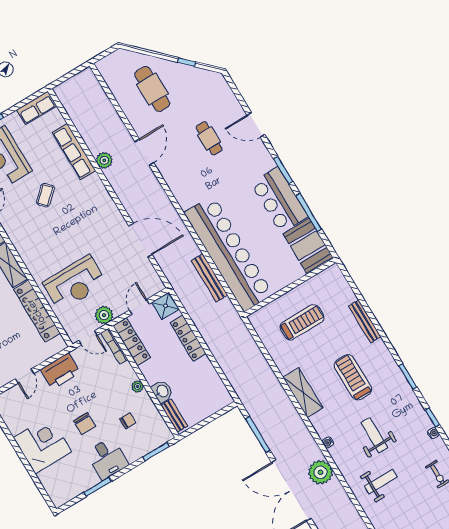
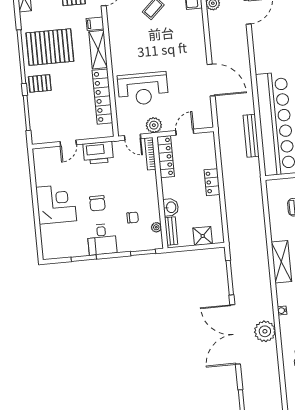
shower: (165, 306) -> (203, 236), moved
locker: (188, 338) -> (212, 182), width x0.66
plant: (137, 386) -> (156, 227), moved

